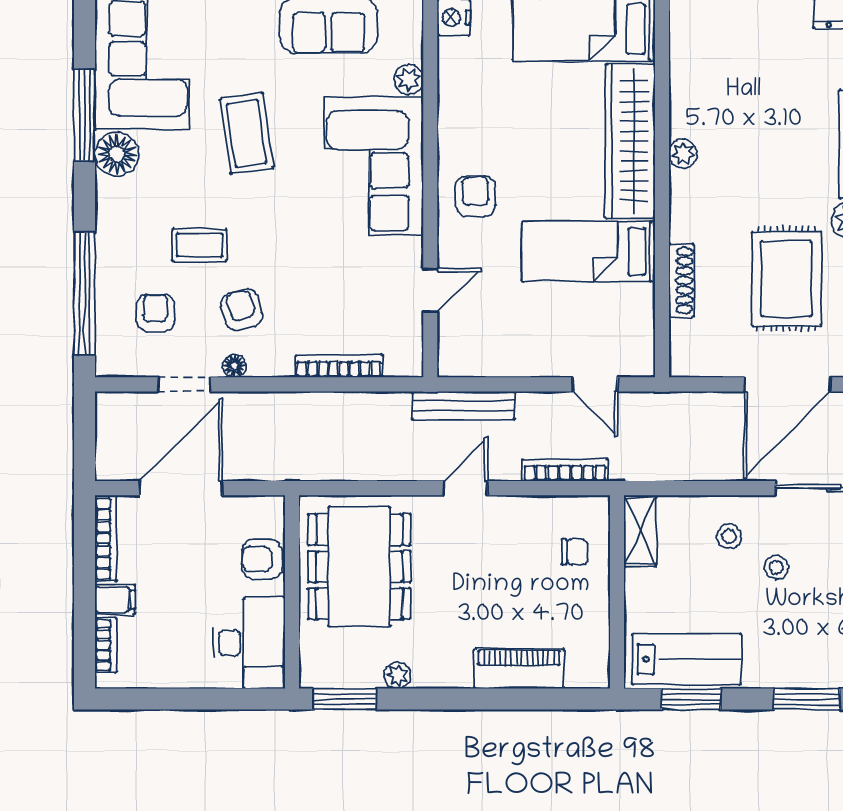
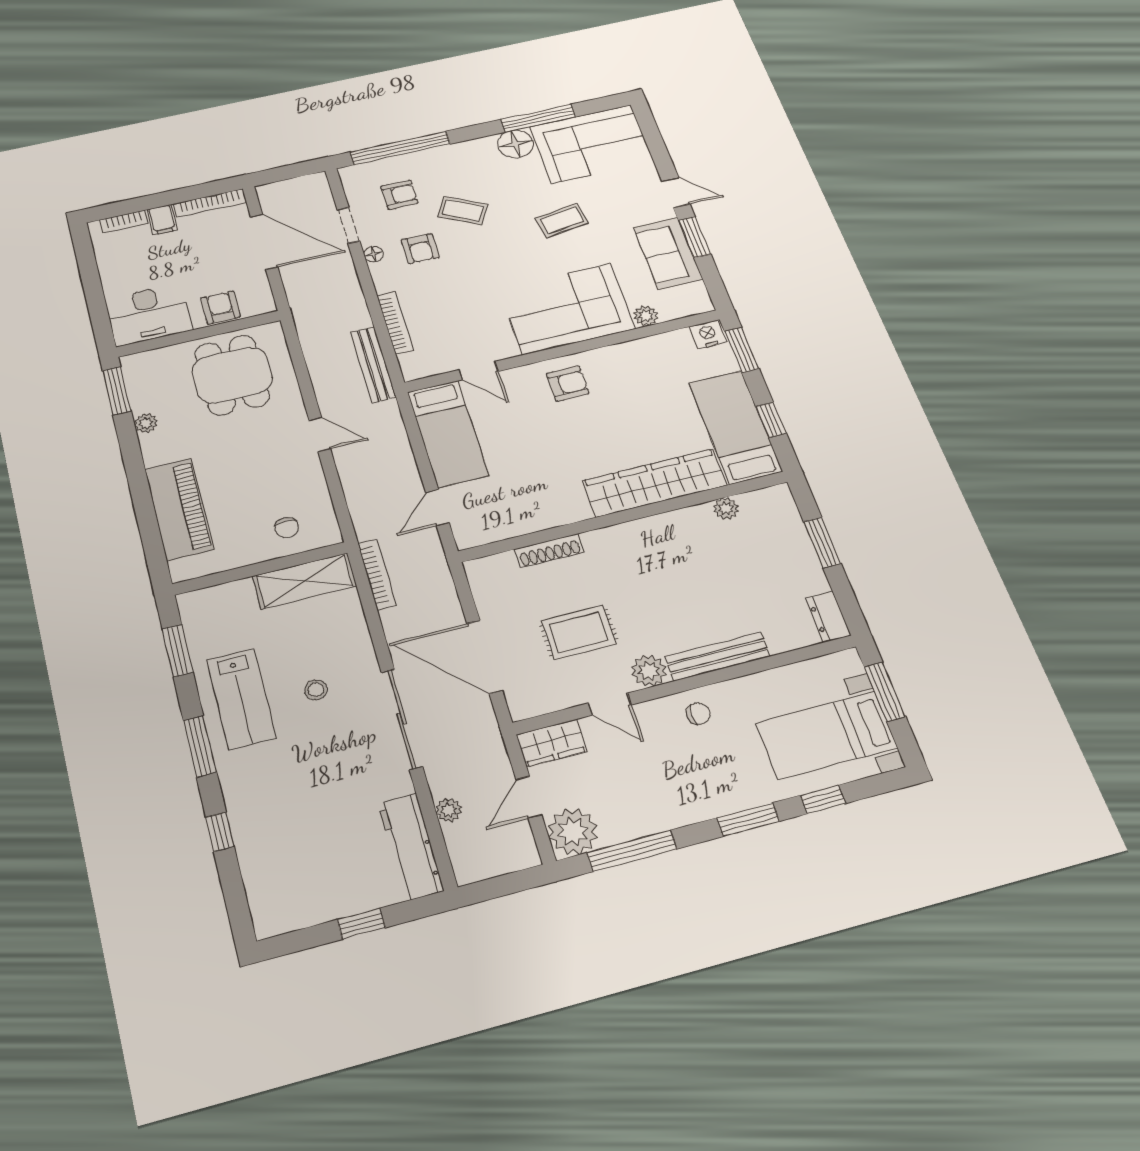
coffee table: (247, 133) -> (562, 220), width x0.73, depth x0.77
plant: (683, 153) -> (726, 508), moved
coffee table: (199, 245) -> (463, 210), turned -61
bed: (588, 251) -> (448, 433), moved, turned 180
rug: (786, 279) -> (579, 632), width x0.73, depth x0.70
armchair: (242, 310) -> (420, 249), turned 106
bench: (464, 406) -> (373, 365), moved
bookcase: (565, 470) -> (377, 574), moved
shelving: (640, 531) -> (304, 581), width x1.50, depth x1.33
stool: (729, 537) -> (333, 644), removed
dining table: (359, 567) -> (232, 375), width x0.73
lab bench: (687, 659) -> (241, 699), moved
piano: (519, 669) -> (179, 509), width x1.37, depth x1.33

